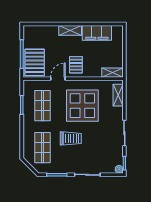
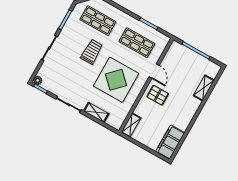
shelving: (70, 30) -> (204, 88), moved
filing cabinet: (97, 33) -> (170, 142), moved
pallet: (35, 62) -> (181, 58), removed
shelving: (118, 95) -> (96, 112), moved
trolley: (71, 138) -> (92, 52), turned 180

